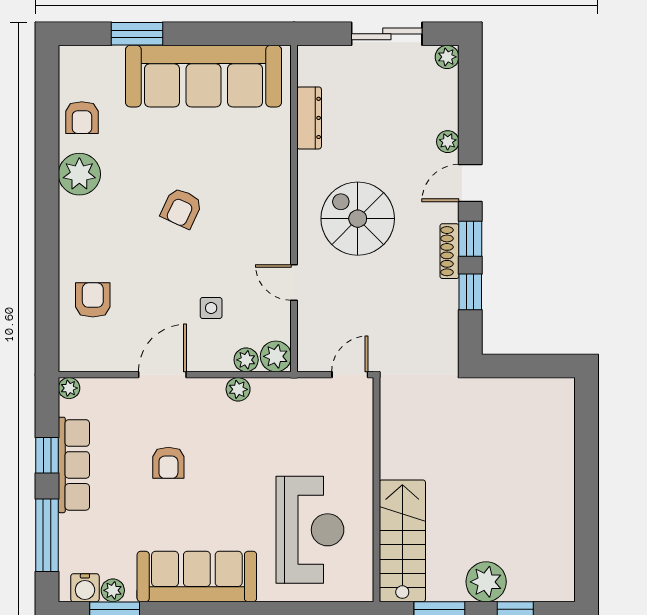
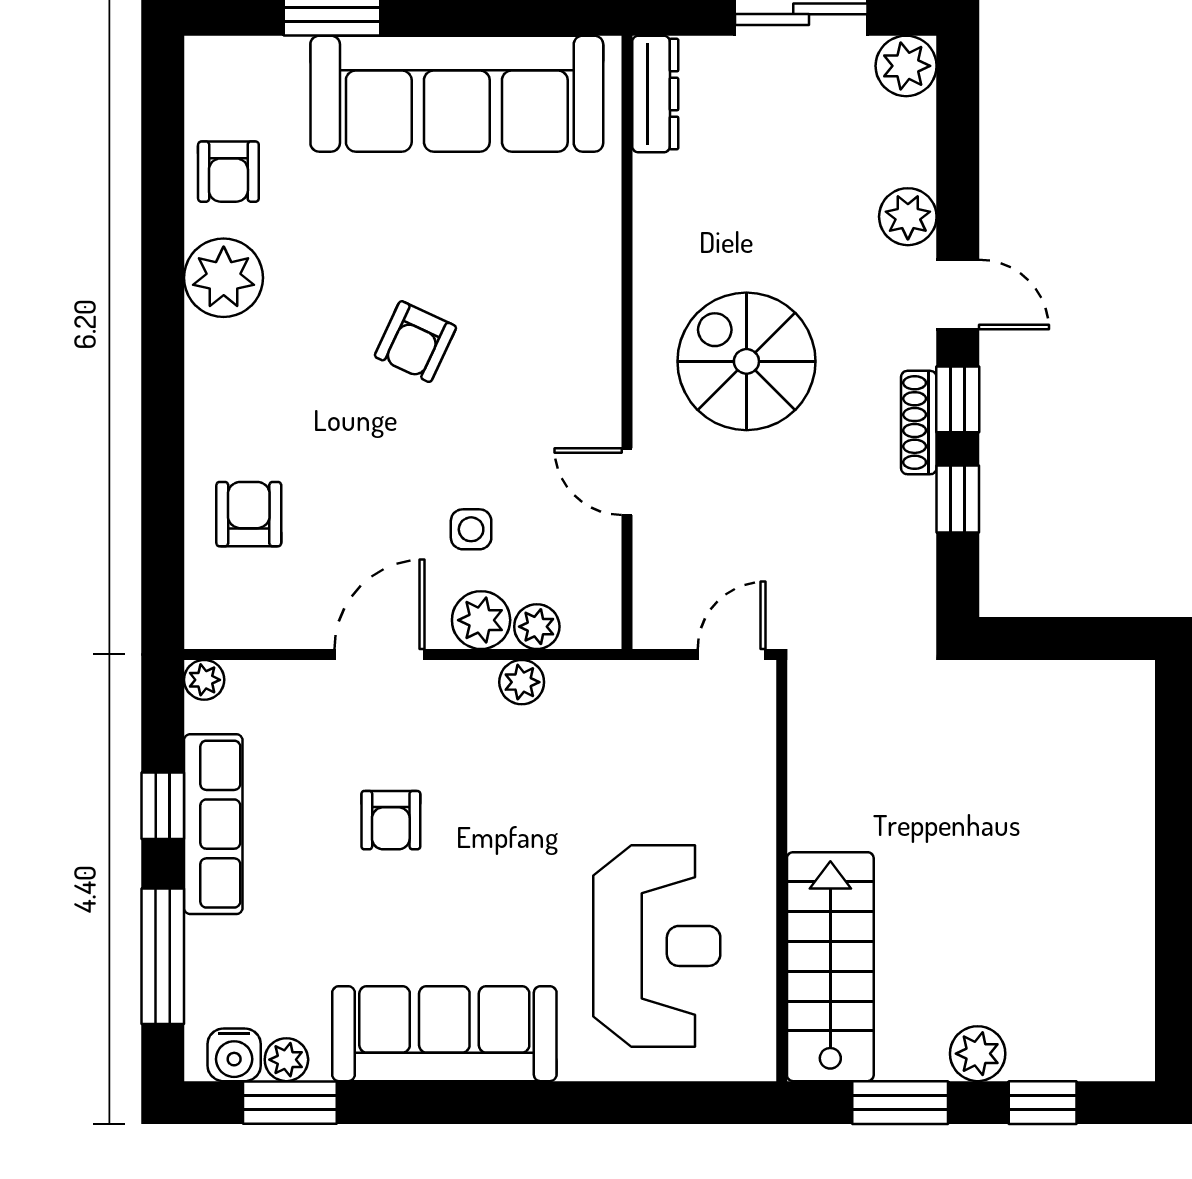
plant: (447, 57) -> (906, 66), width x1.38, depth x1.38
dresser: (309, 118) -> (655, 94), moved
plant: (448, 142) -> (908, 217), width x1.38, depth x1.38
door: (470, 183) -> (958, 294), swing flipped
plant: (276, 356) -> (481, 620), moved
plant: (486, 582) -> (978, 1054), width x0.73, depth x0.73

